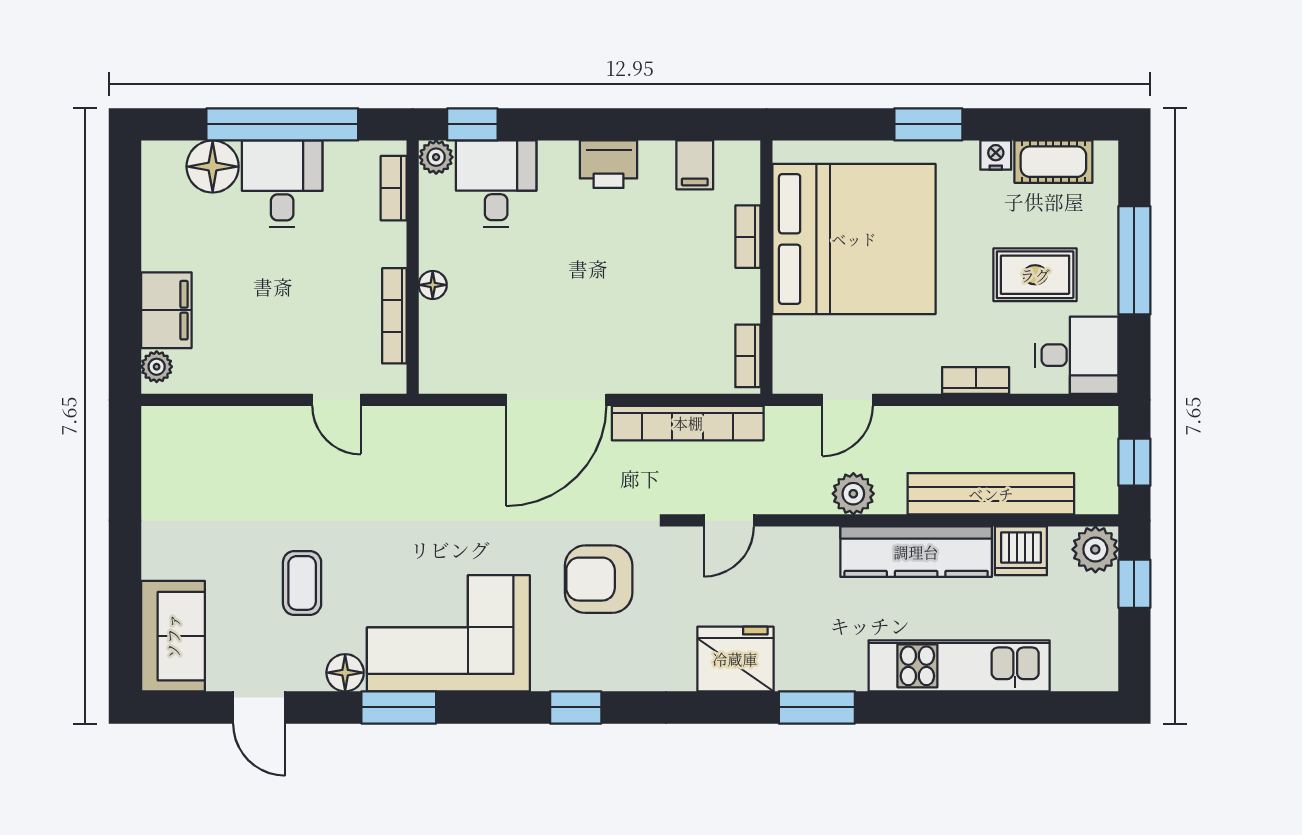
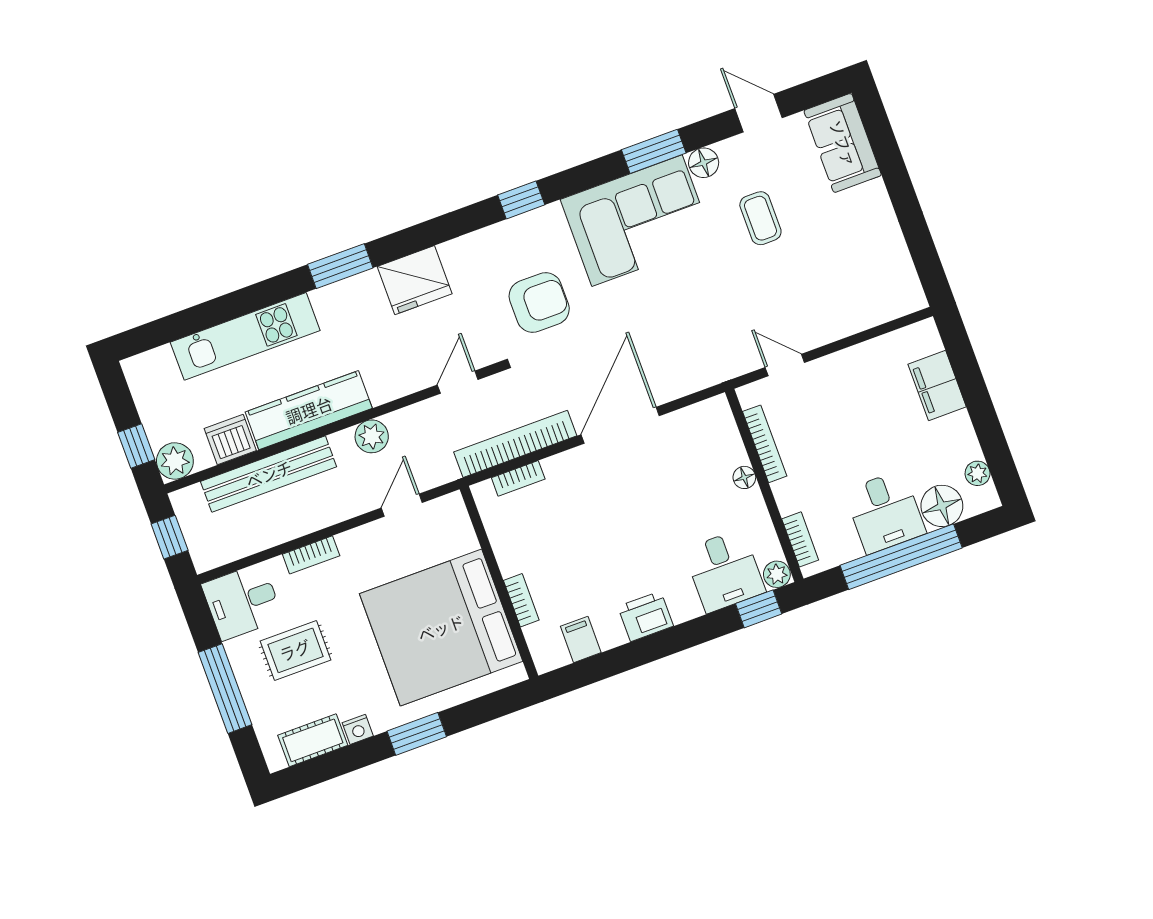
bookcase: (748, 356) -> (518, 478), moved, turned 90
plant: (157, 367) -> (978, 473), moved

